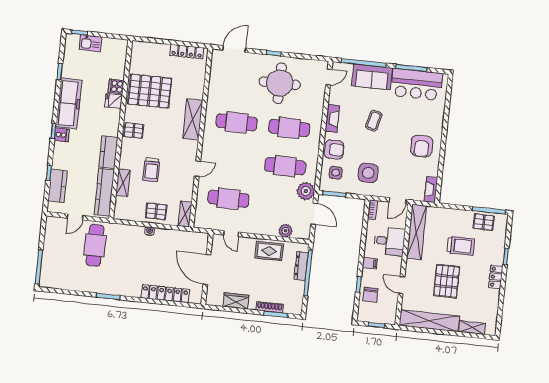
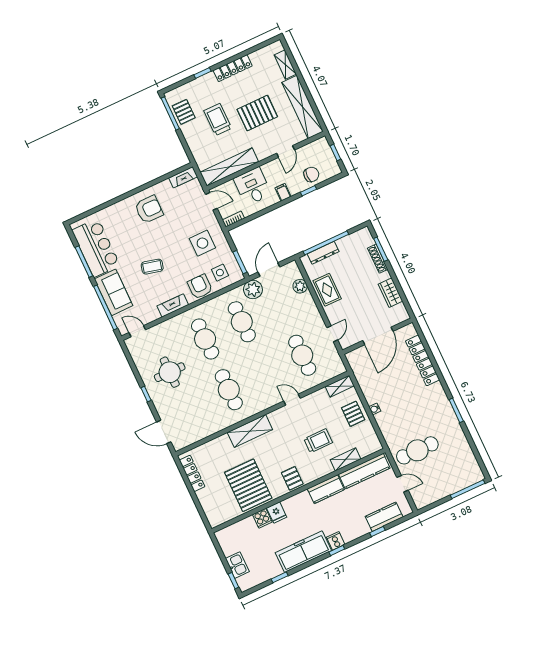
round table: (280, 83) -> (170, 372), width x0.73, depth x0.73
locker: (496, 277) -> (233, 68), width x1.53

